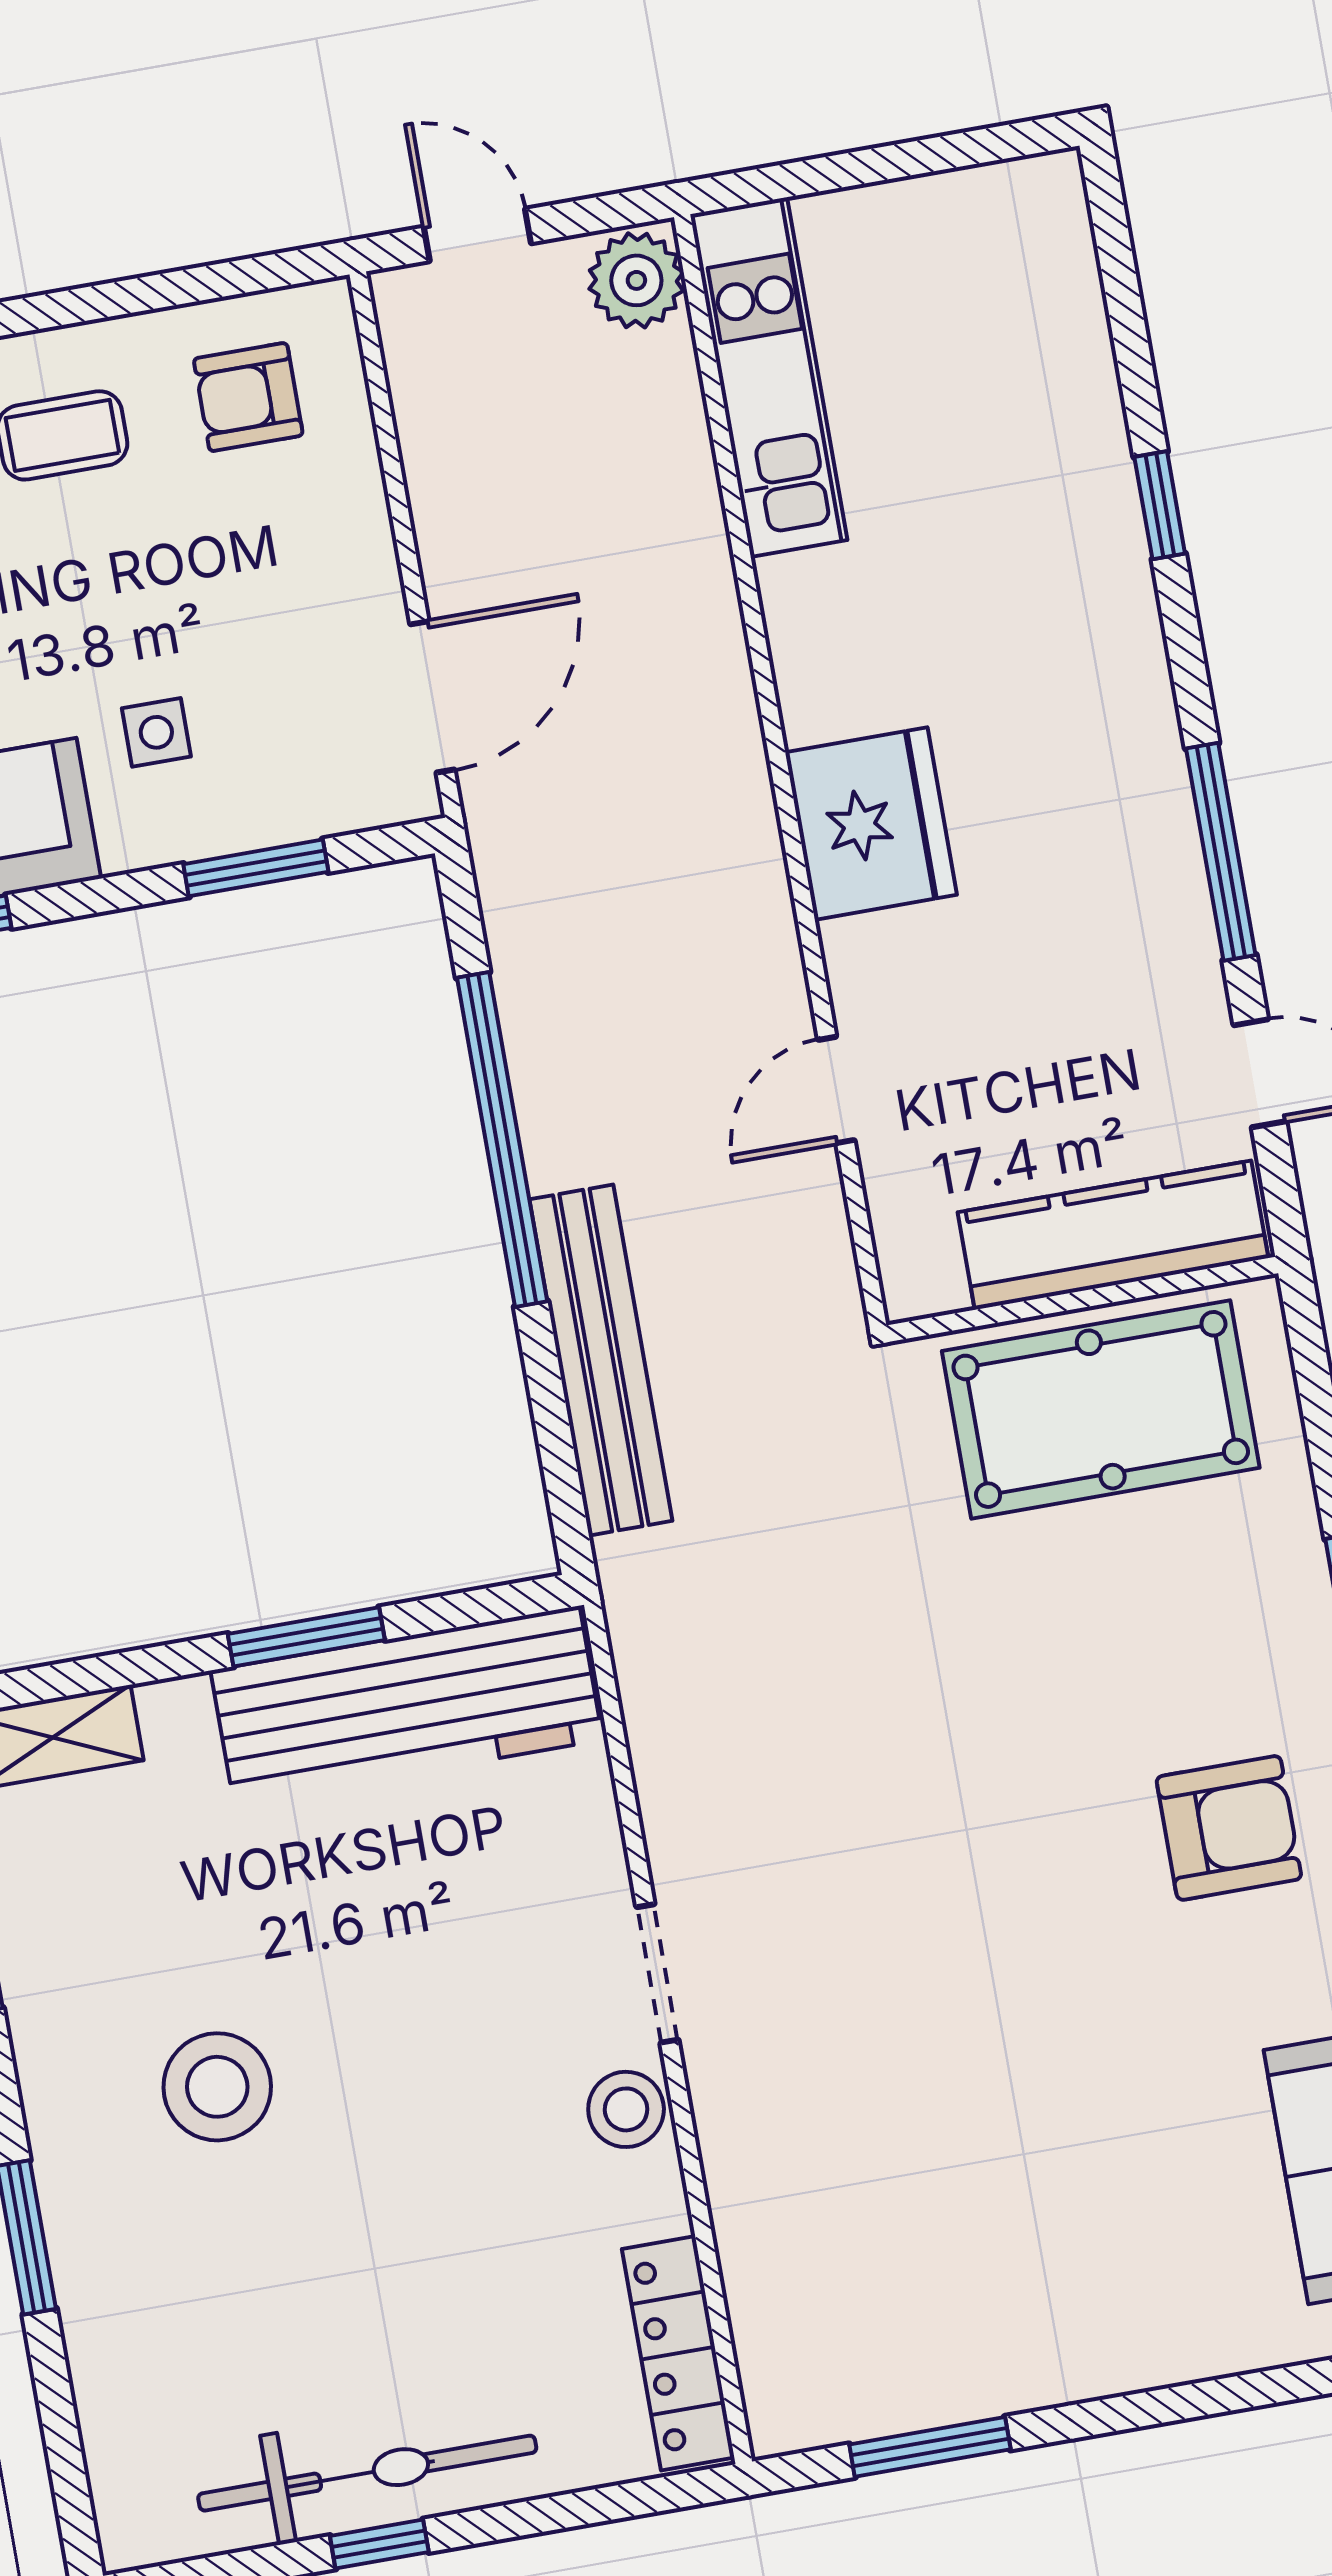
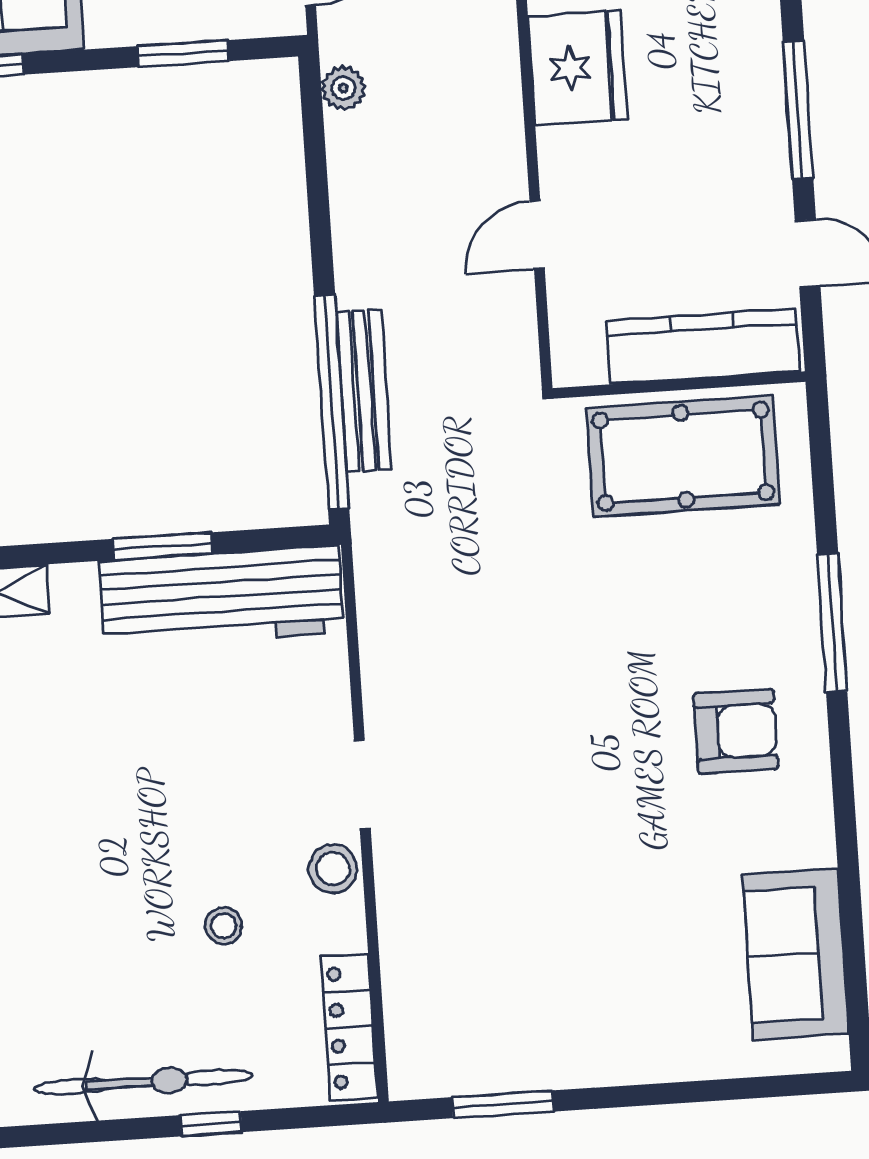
plant: (511, 895) -> (343, 88), added
window: (502, 1139) -> (332, 403), moved
bench: (601, 1360) -> (364, 391), width x0.73, depth x0.82
stool: (217, 2087) -> (224, 926), moved, width x0.53, depth x0.53
window: (379, 2544) -> (211, 1124), moved

